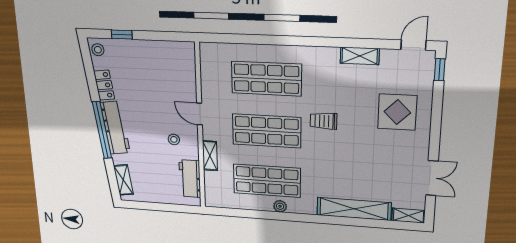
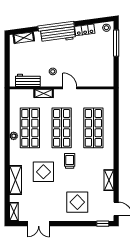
window: (122, 35) -> (116, 43), width x2.17
door: (200, 114) -> (70, 88), hinge flipped
display table: (341, 165) -> (43, 172), added
shelving: (354, 209) -> (16, 180), width x0.68

